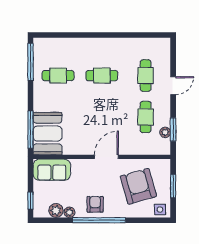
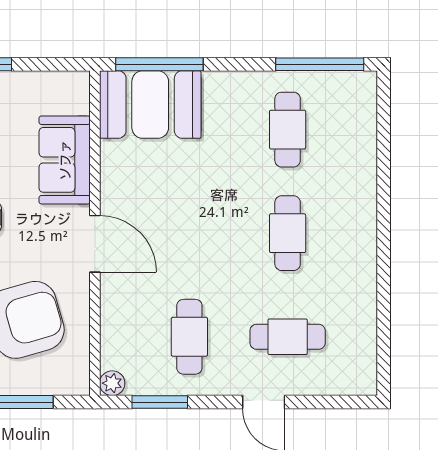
cafe table: (146, 117) -> (189, 337), turned 90
plant: (165, 132) -> (112, 383), moved
sofa: (52, 170) -> (65, 160), moved

